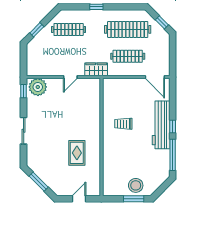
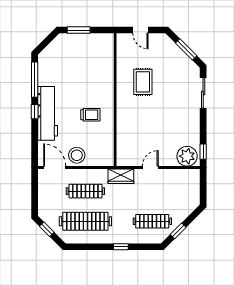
window: (37, 30) -> (178, 231), moved
sliding door: (24, 131) -> (203, 93), moved
stool: (136, 185) -> (77, 155), moved
door: (79, 199) -> (140, 30), hinge flipped

